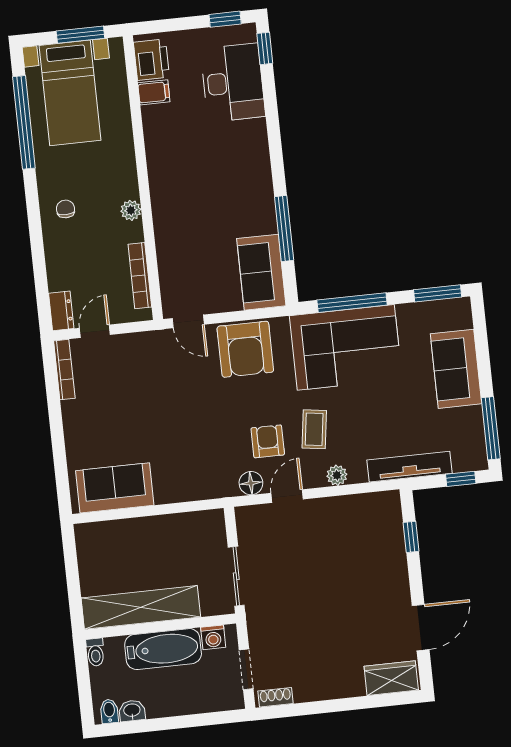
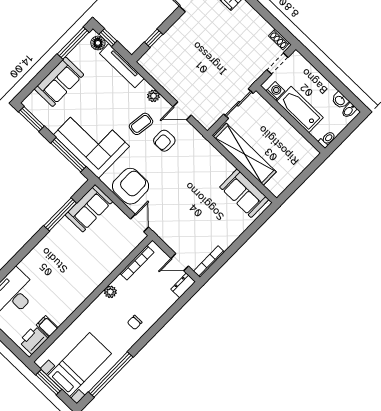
floor lamp: (251, 483) -> (98, 43), moved
shelving: (141, 607) -> (245, 154), moved

